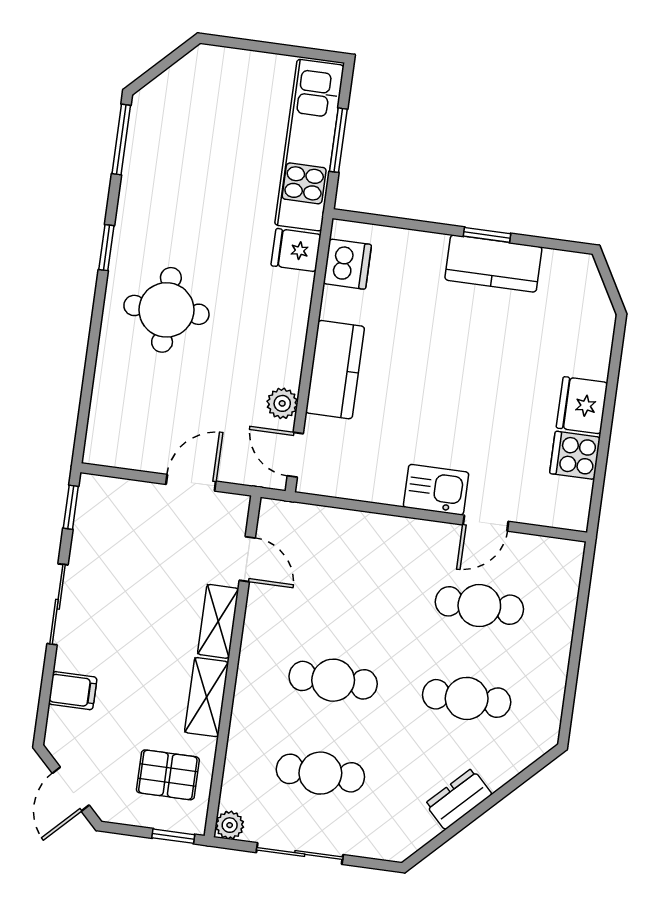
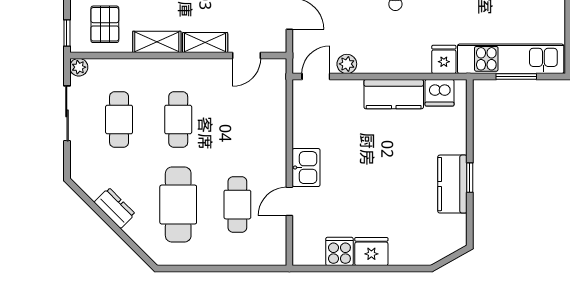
kitchen counter: (335, 370) -> (394, 94), moved
door: (486, 523) -> (289, 201), hinge flipped
cafe table: (467, 698) -> (178, 205), width x1.37, depth x1.35

